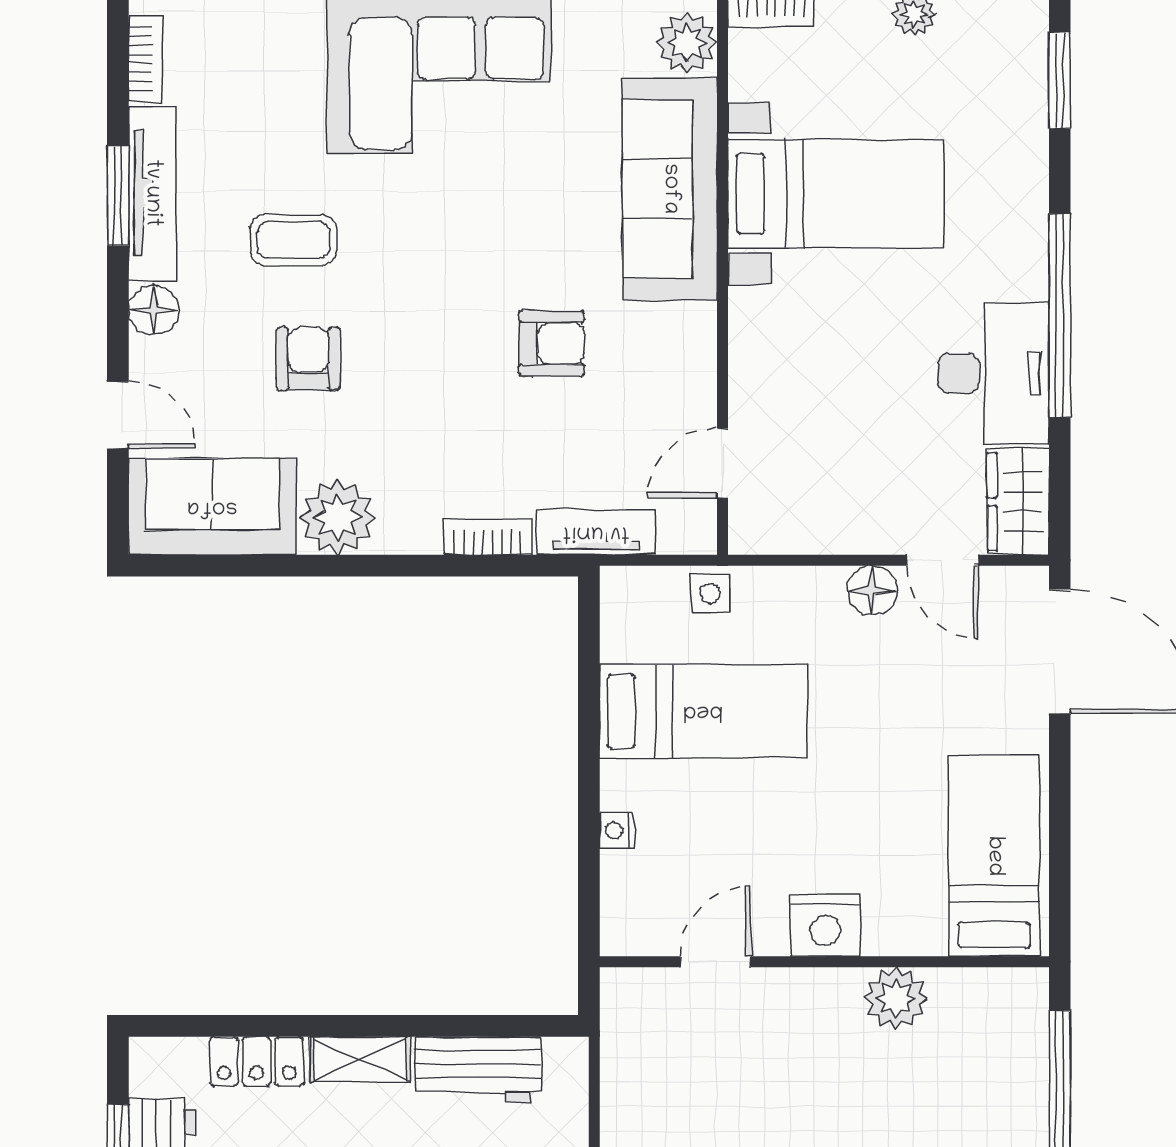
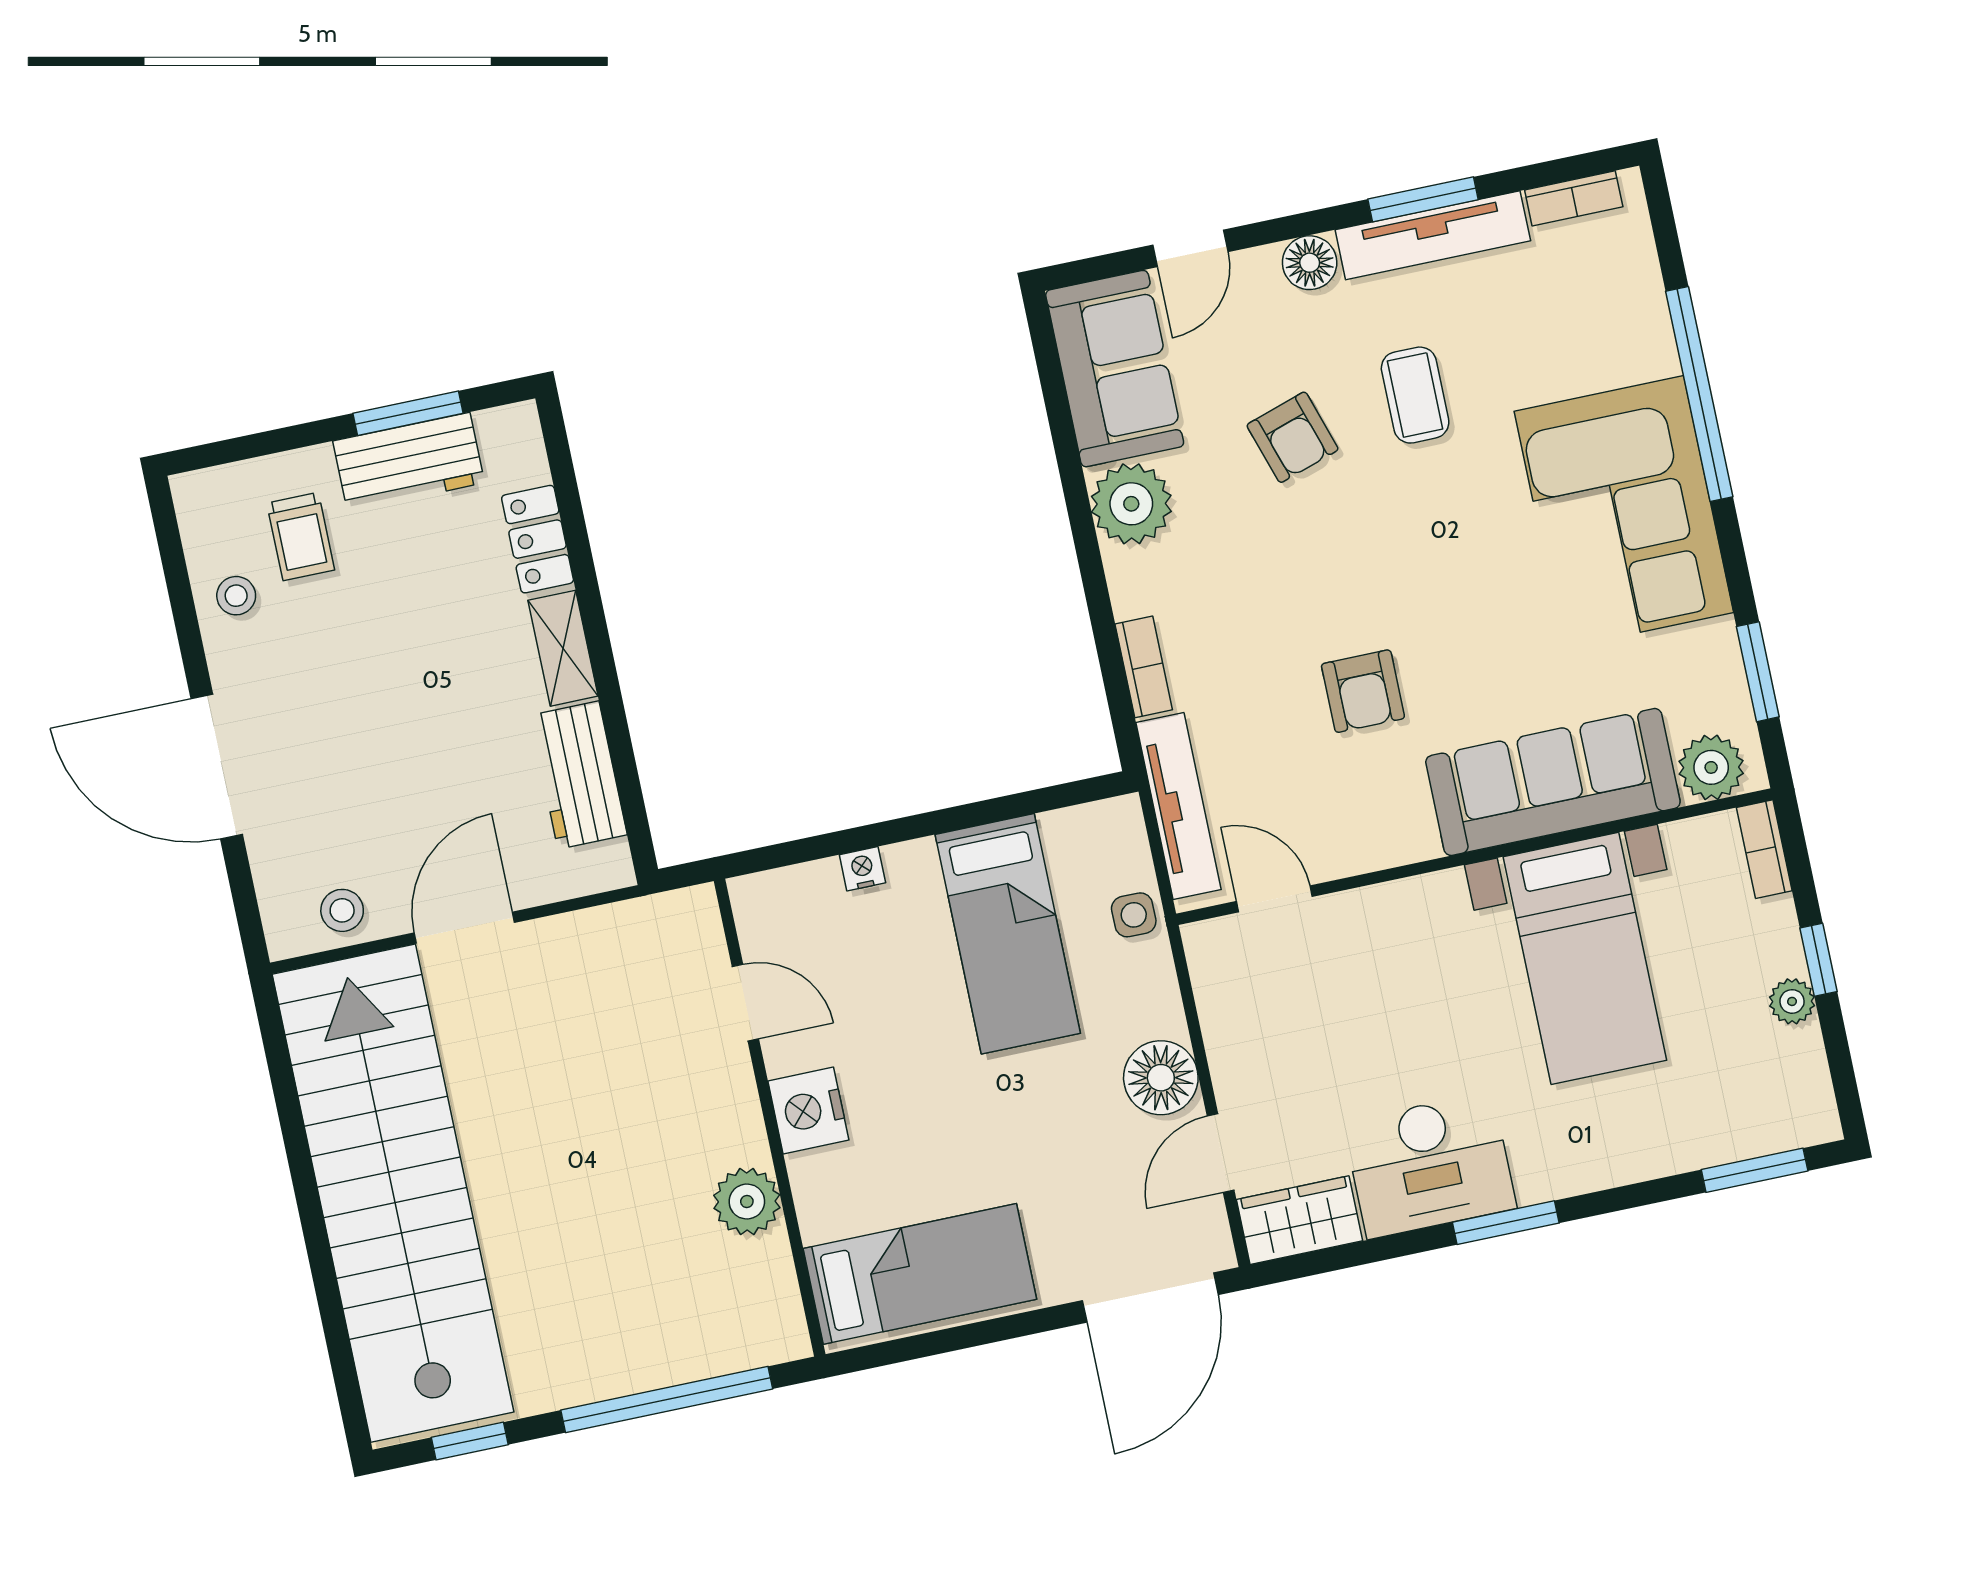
window: (1060, 316) -> (1506, 1223), width x0.47
armchair: (308, 359) -> (1293, 437), turned 72
tv unit: (596, 532) -> (1178, 806), width x1.41
floor lamp: (872, 591) -> (1161, 1078), width x1.38, depth x1.38

